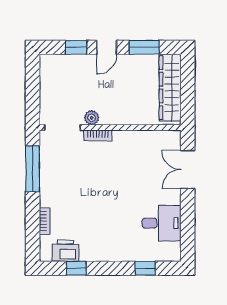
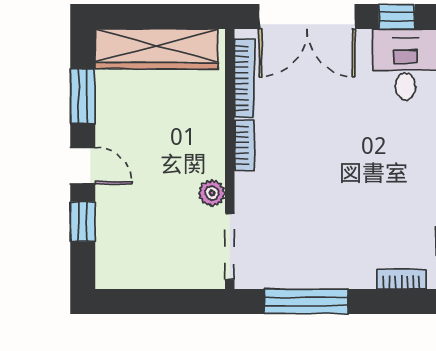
bookcase: (98, 135) -> (244, 145), moved
bookcase: (154, 135) -> (244, 78), added
double door: (188, 170) -> (307, 17), width x1.37
window: (188, 218) -> (397, 17), added

